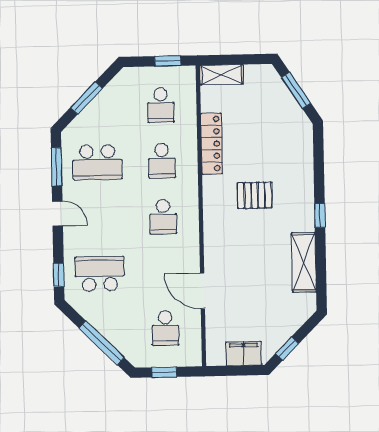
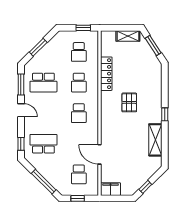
shelving: (222, 75) -> (128, 36), moved
pallet: (255, 195) -> (129, 102), turned 90
filing cabinet: (244, 353) -> (110, 189), moved

